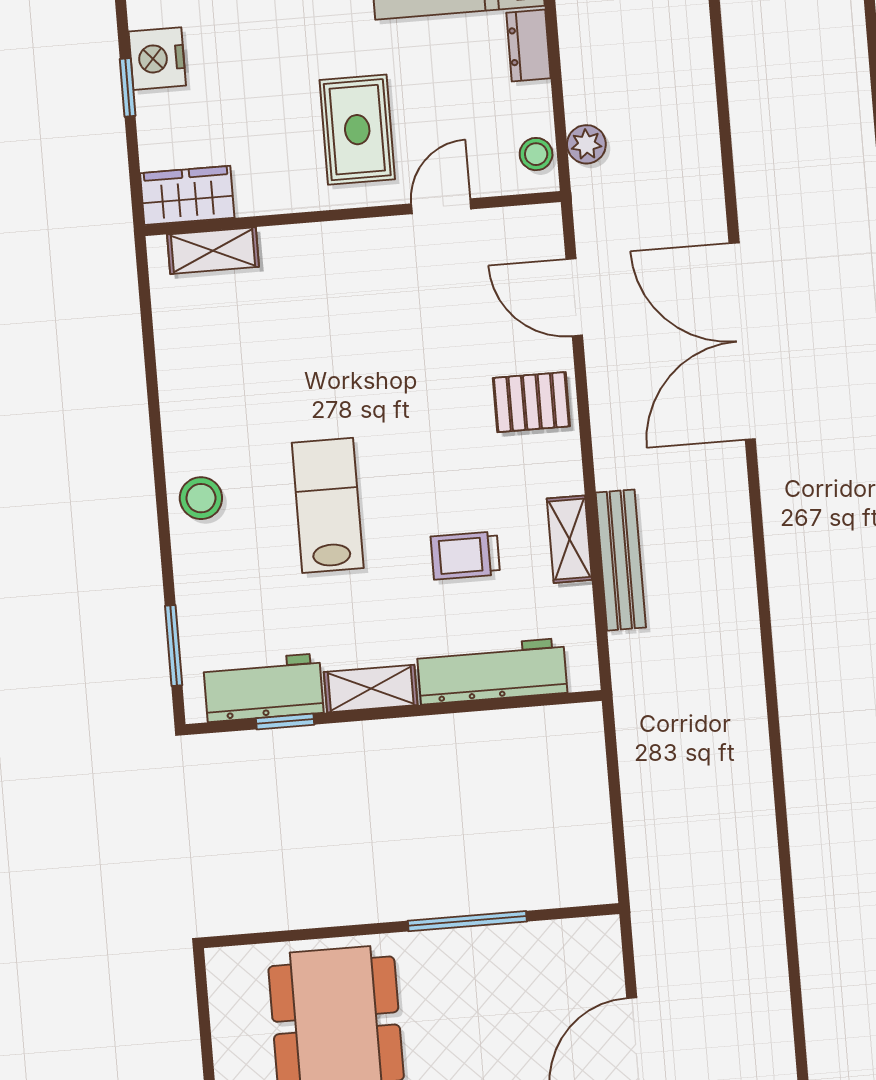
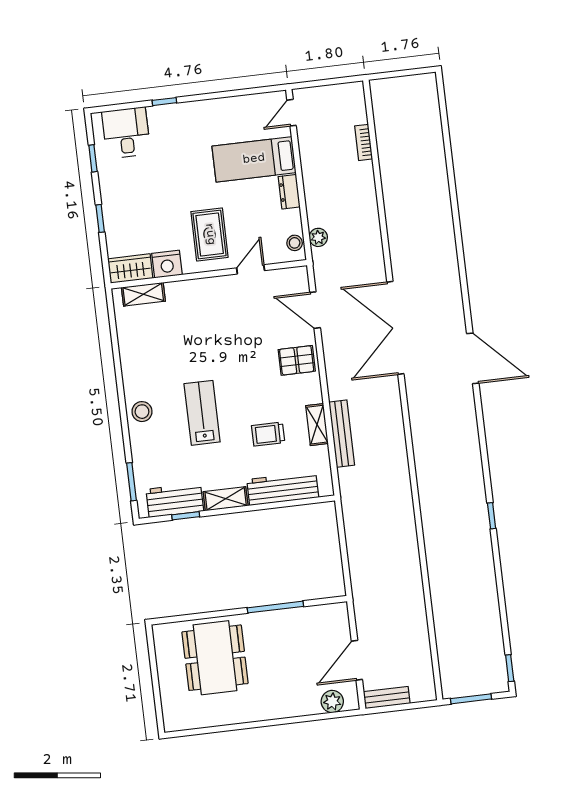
nightstand: (157, 59) -> (167, 264), moved, turned -90

